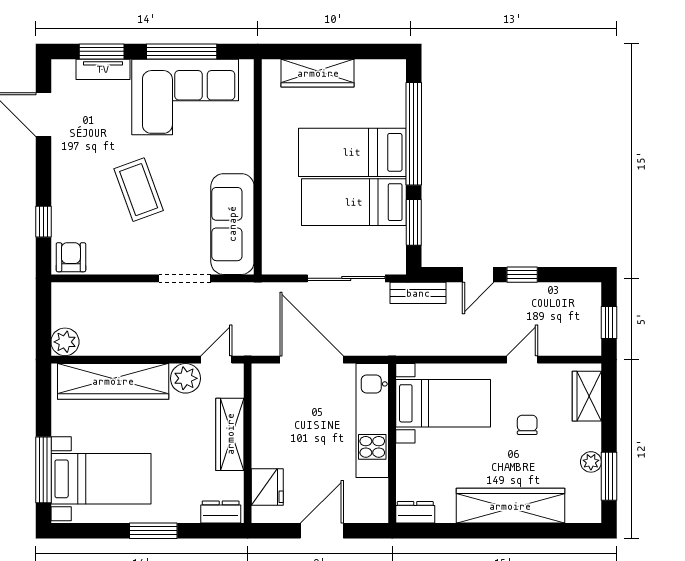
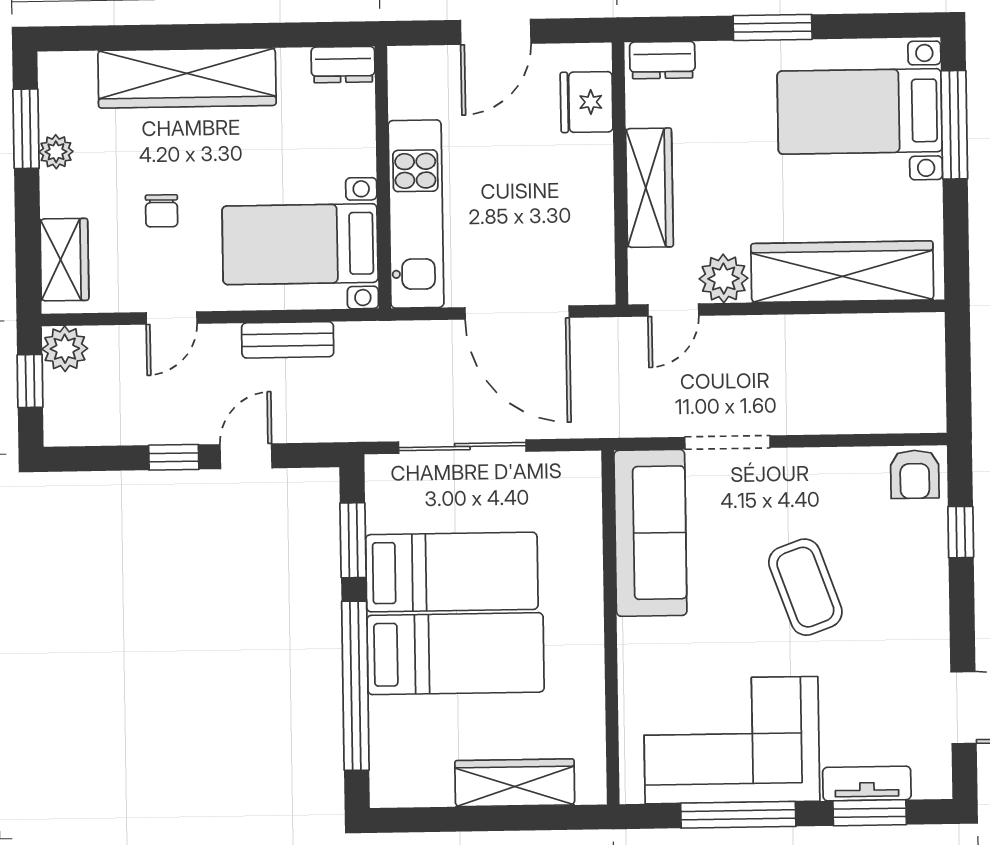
bench: (418, 293) -> (288, 340), moved
plant: (65, 342) -> (65, 349), moved

